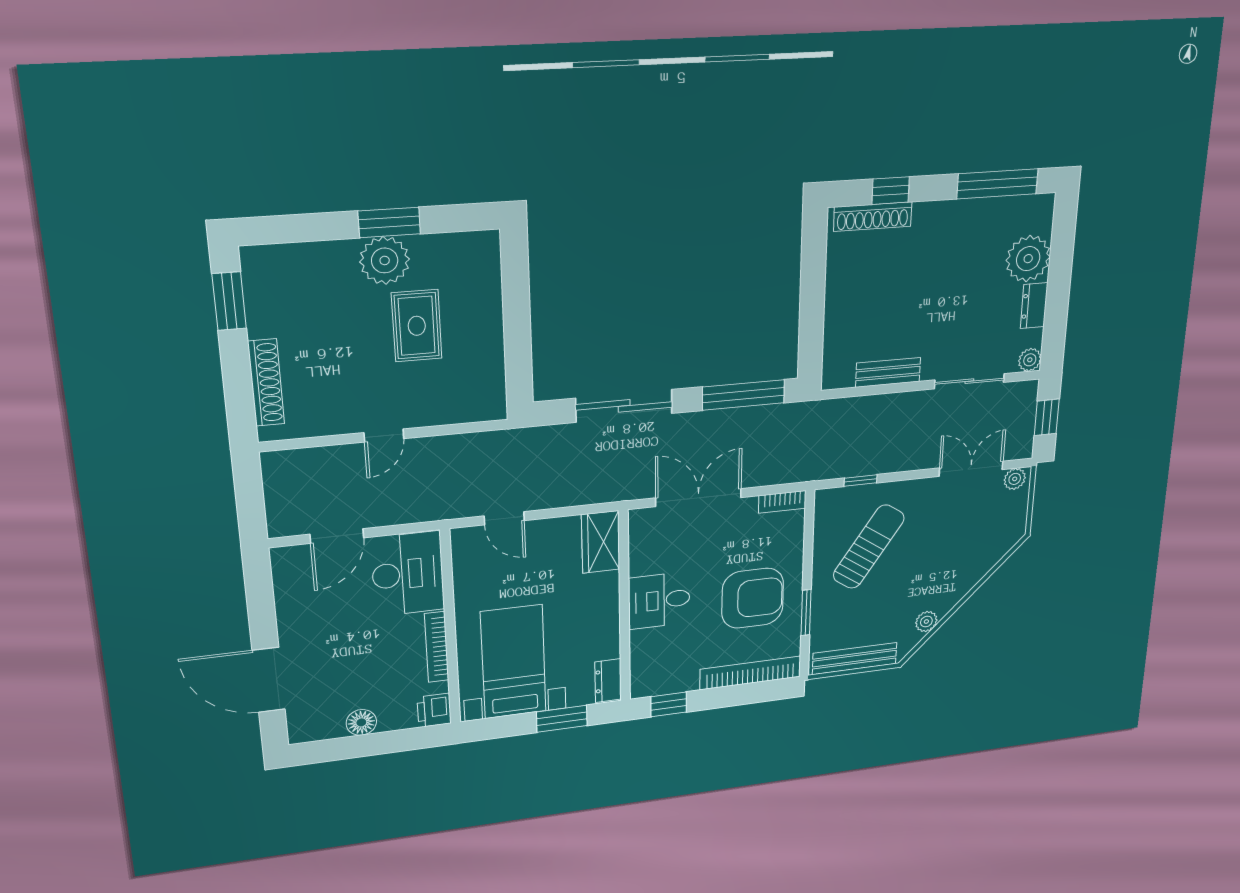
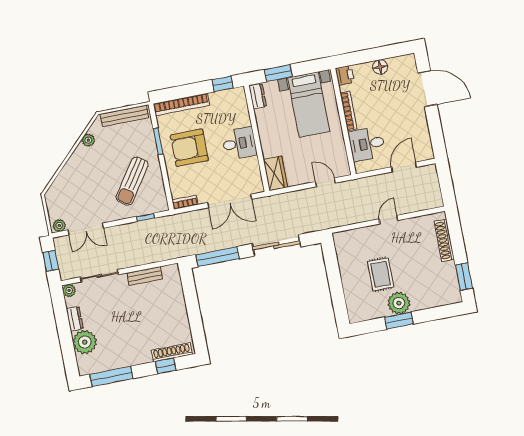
desk: (408, 574) -> (367, 144), width x0.73

